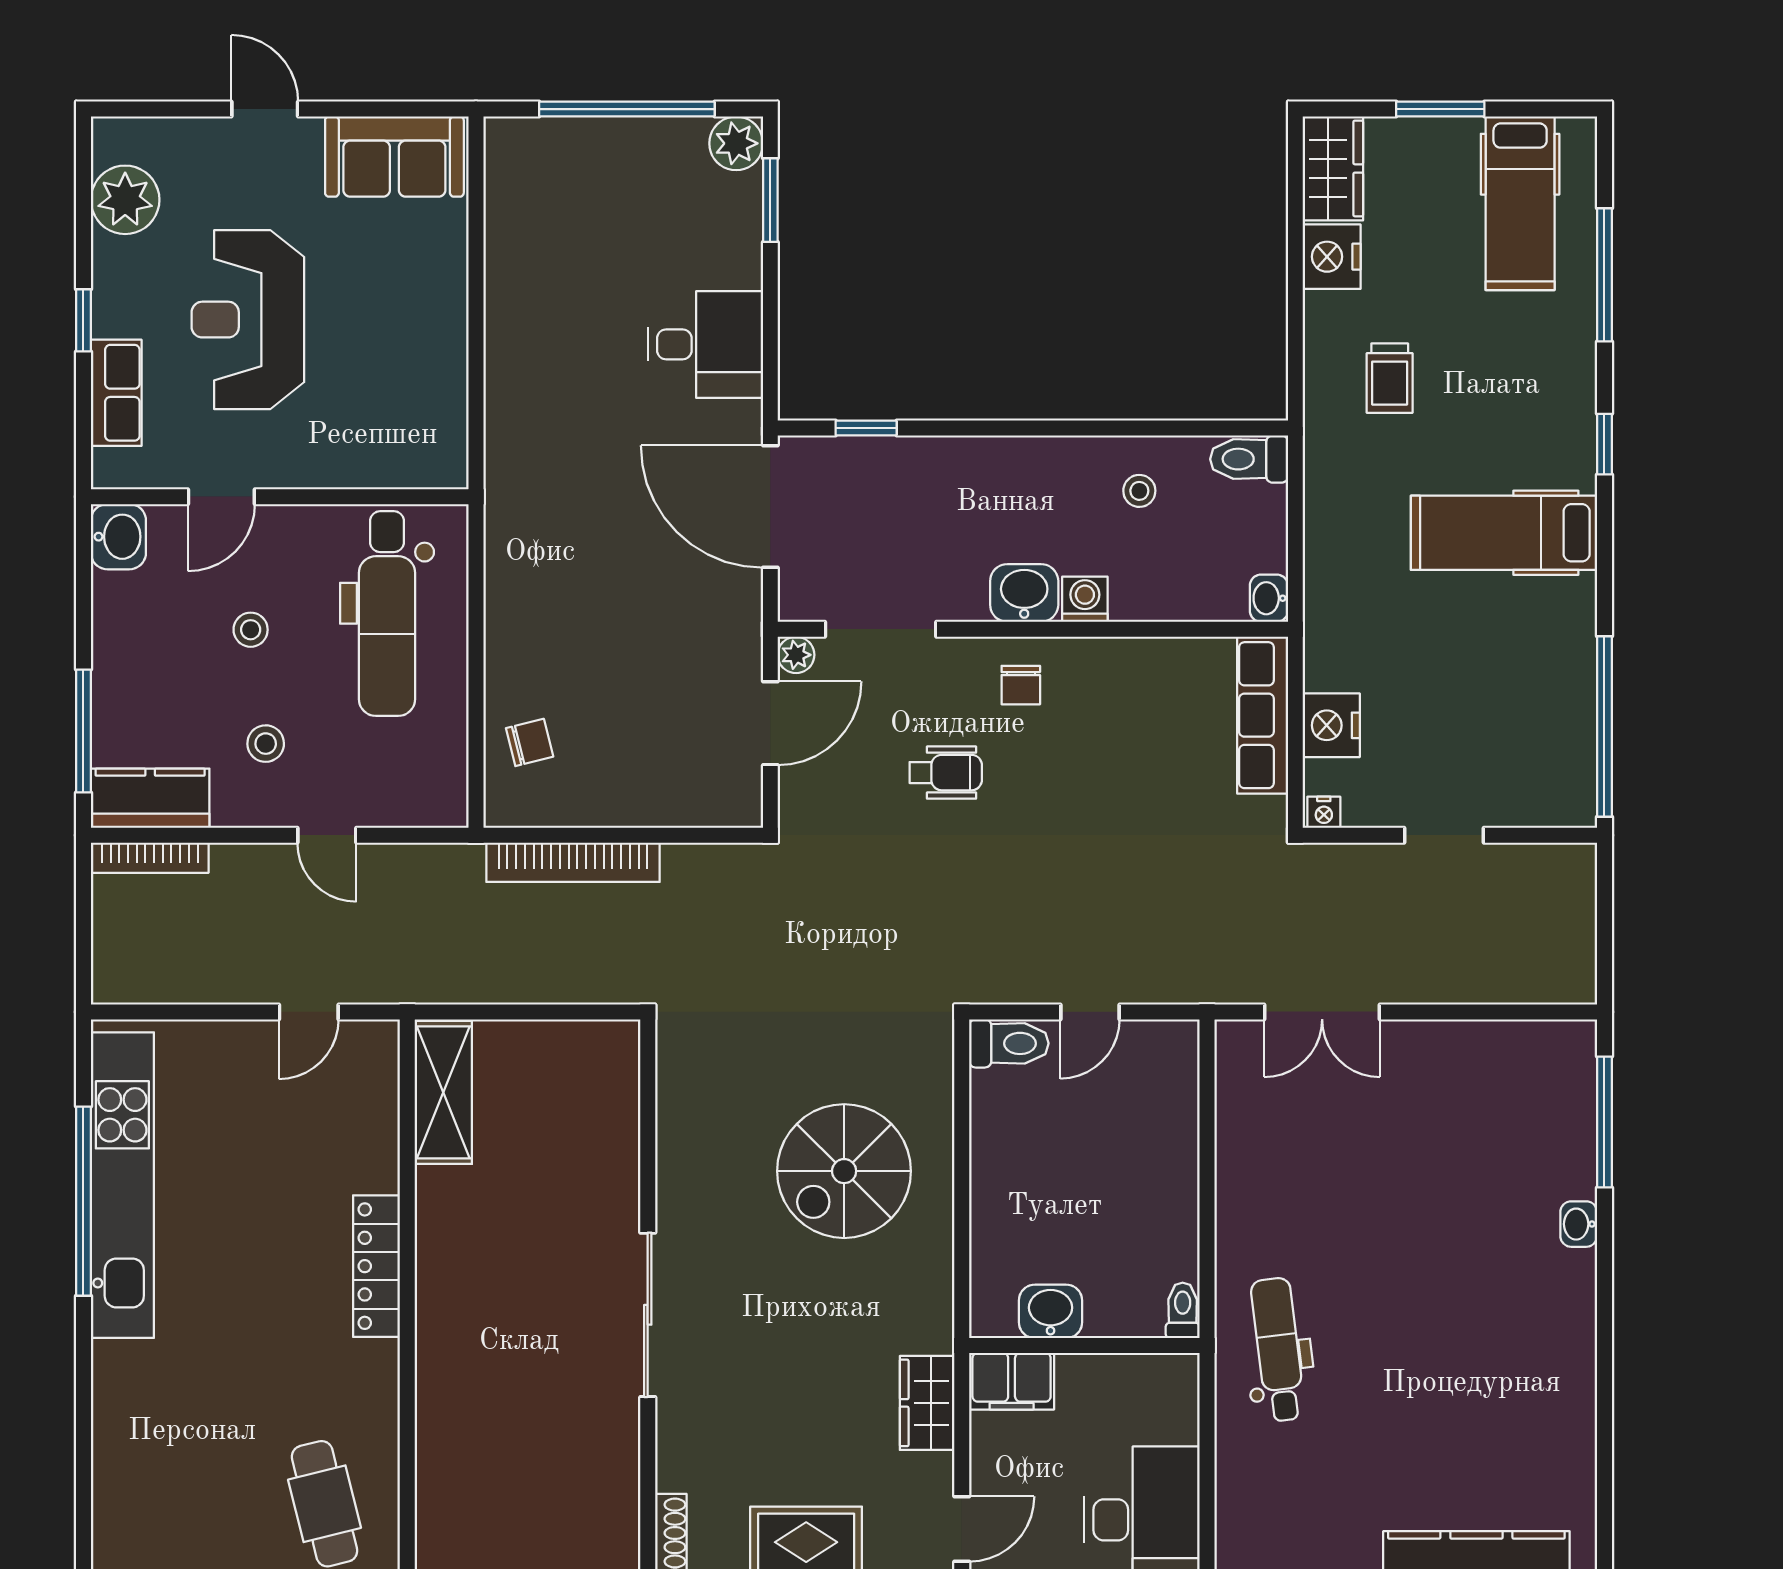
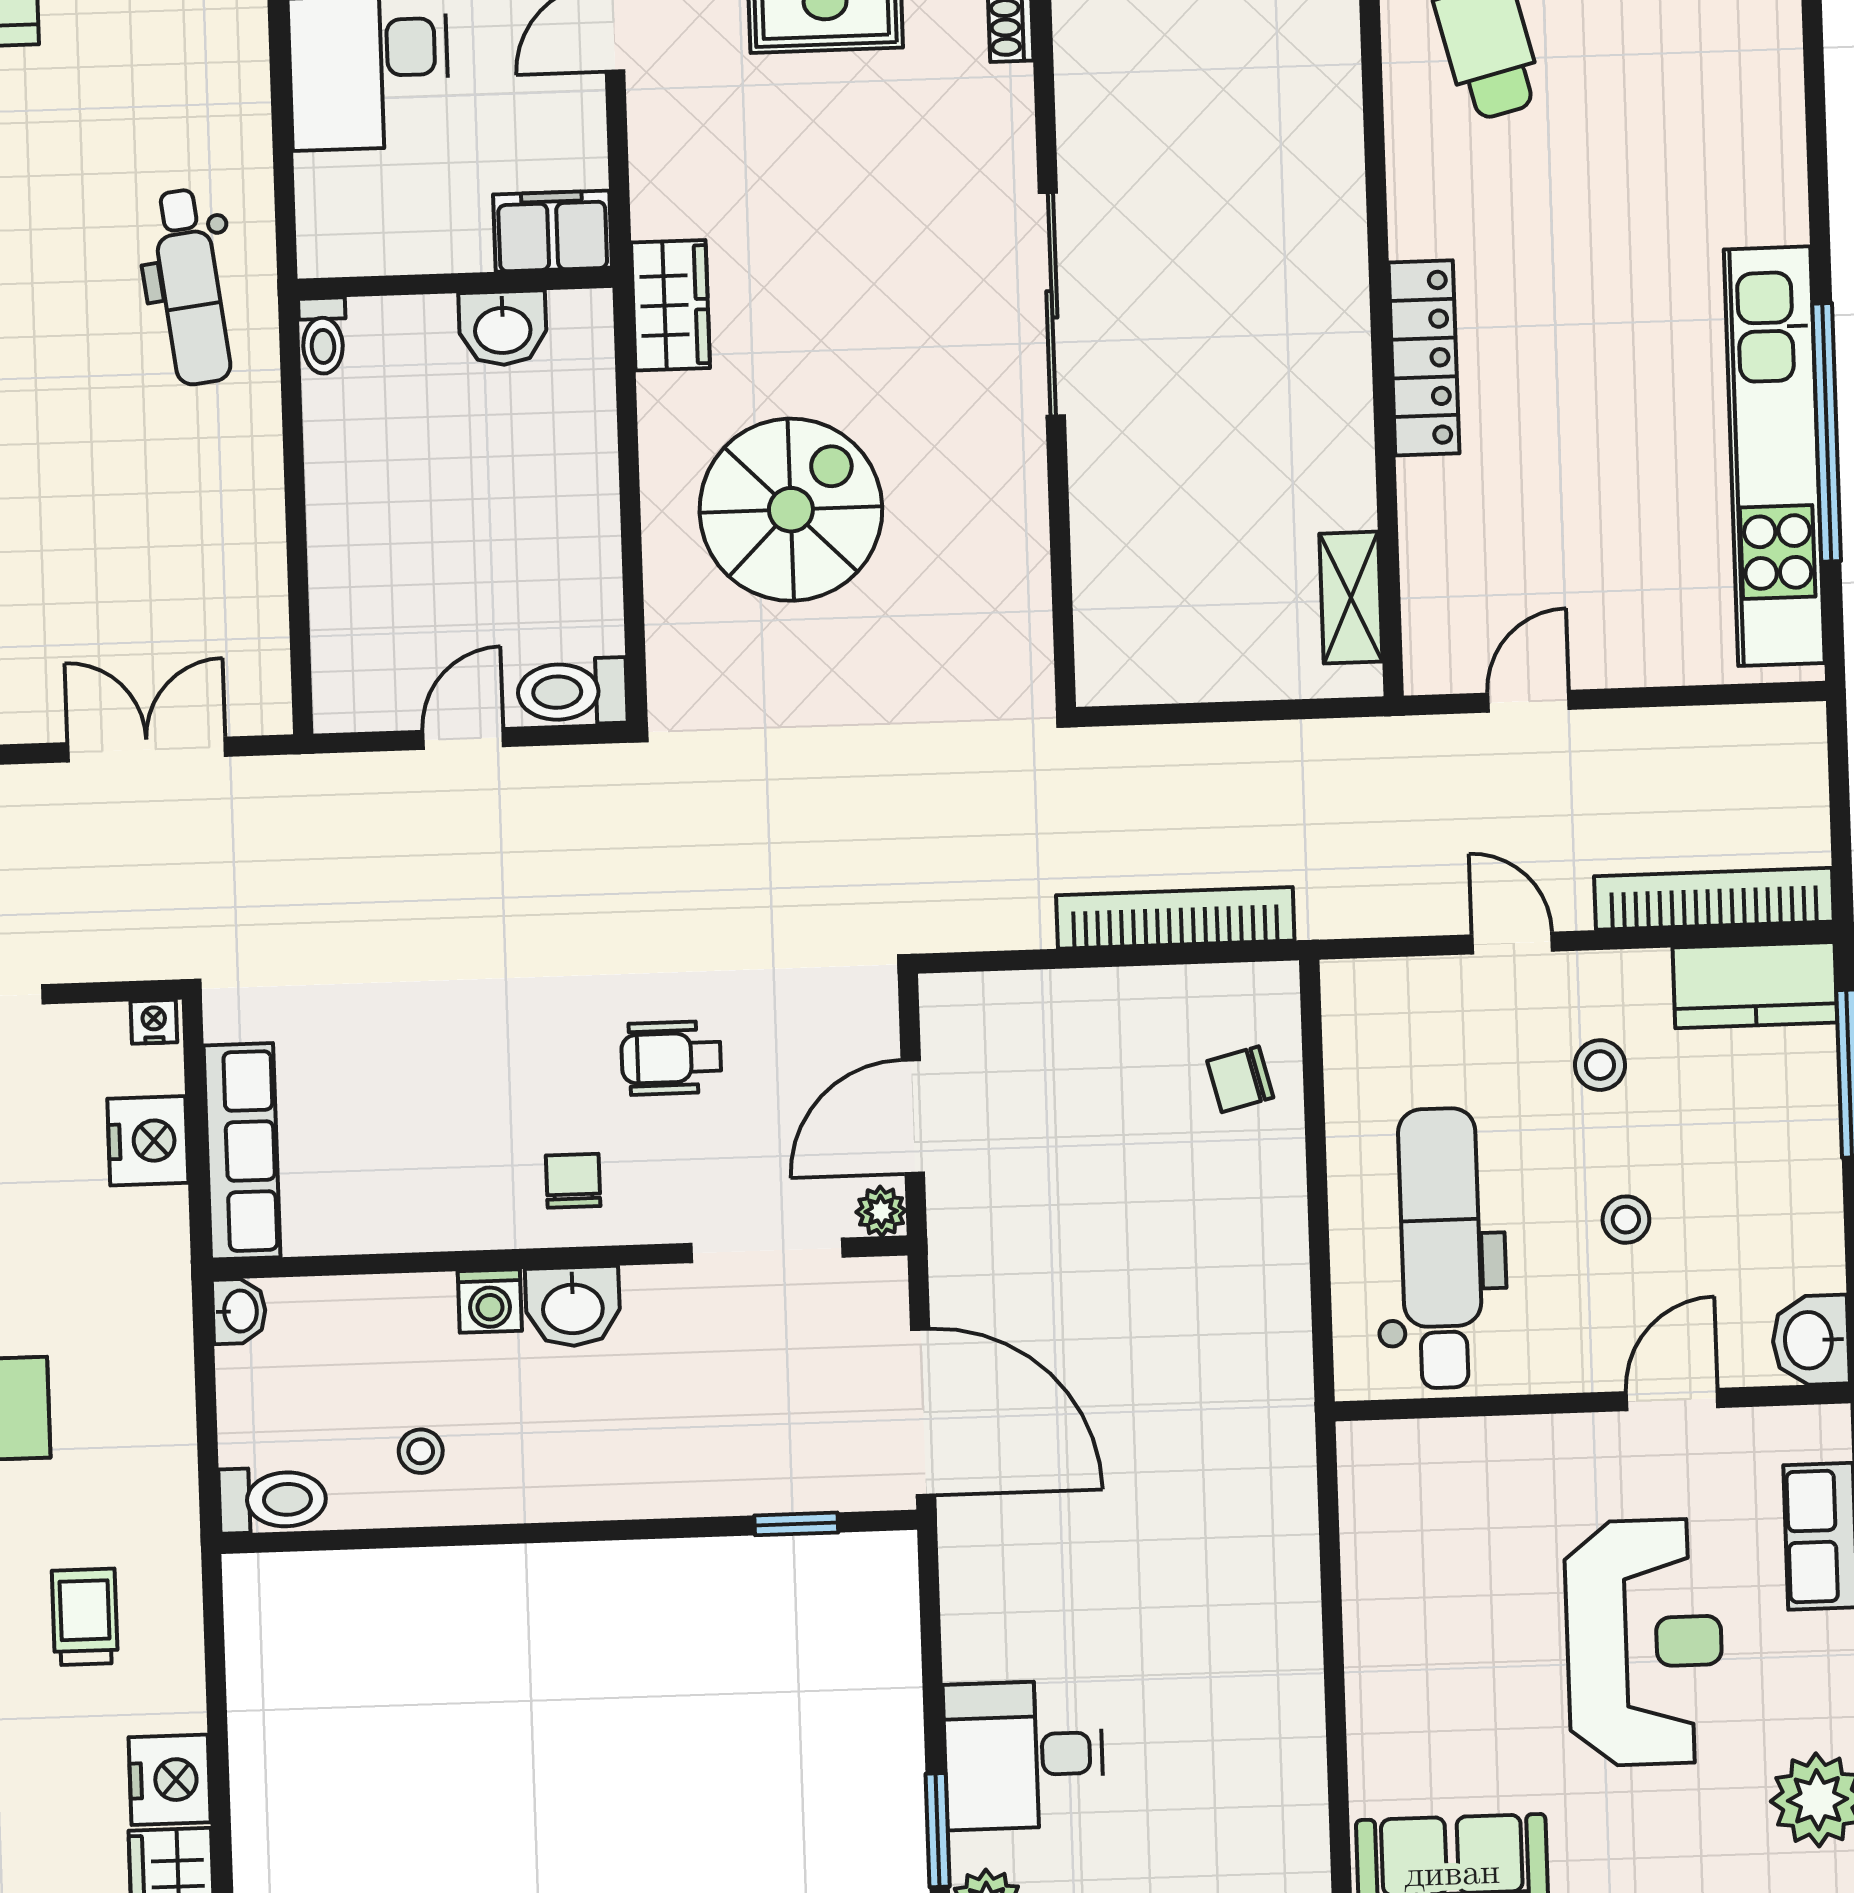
desk: (705, 344) -> (1024, 1755), moved
bookcase: (150, 858) -> (1714, 899), width x1.48, depth x1.31
shelving: (443, 1092) -> (1351, 598), width x0.67, depth x0.75
wardrobe: (927, 1403) -> (670, 305), moved

